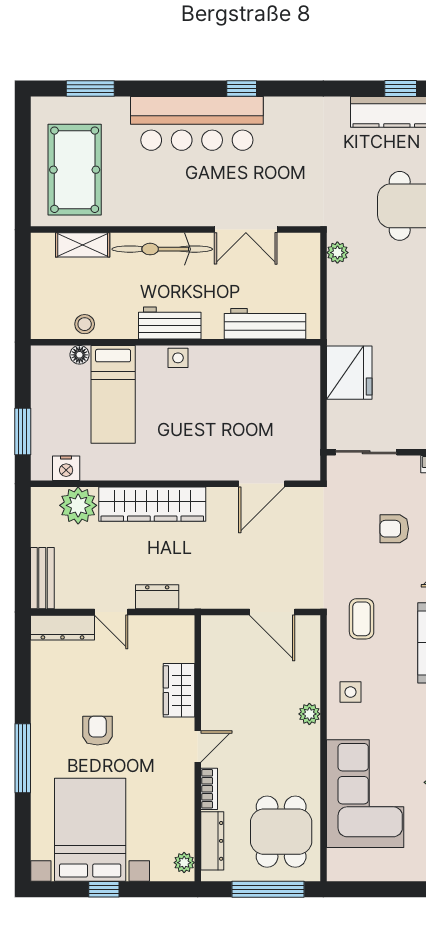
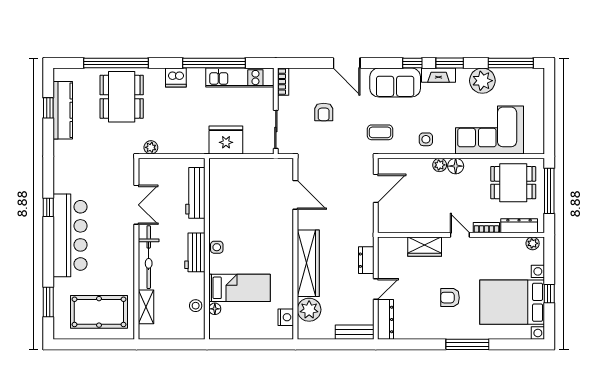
window: (23, 432) -> (263, 344), removed
floor lamp: (308, 740) -> (456, 166), added

